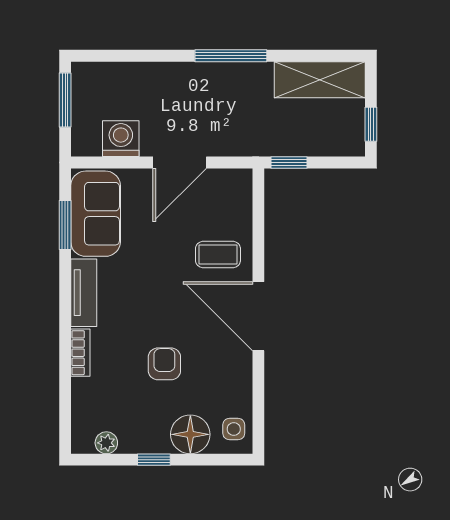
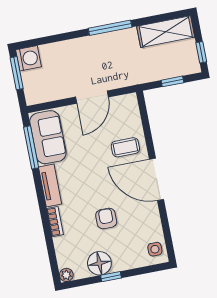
washing machine: (121, 139) -> (29, 58), moved, turned 90
window: (289, 163) -> (172, 81), moved
window: (65, 225) -> (31, 147), width x1.44
floor lamp: (190, 434) -> (99, 263), moved
plant: (106, 443) -> (66, 275), moved

